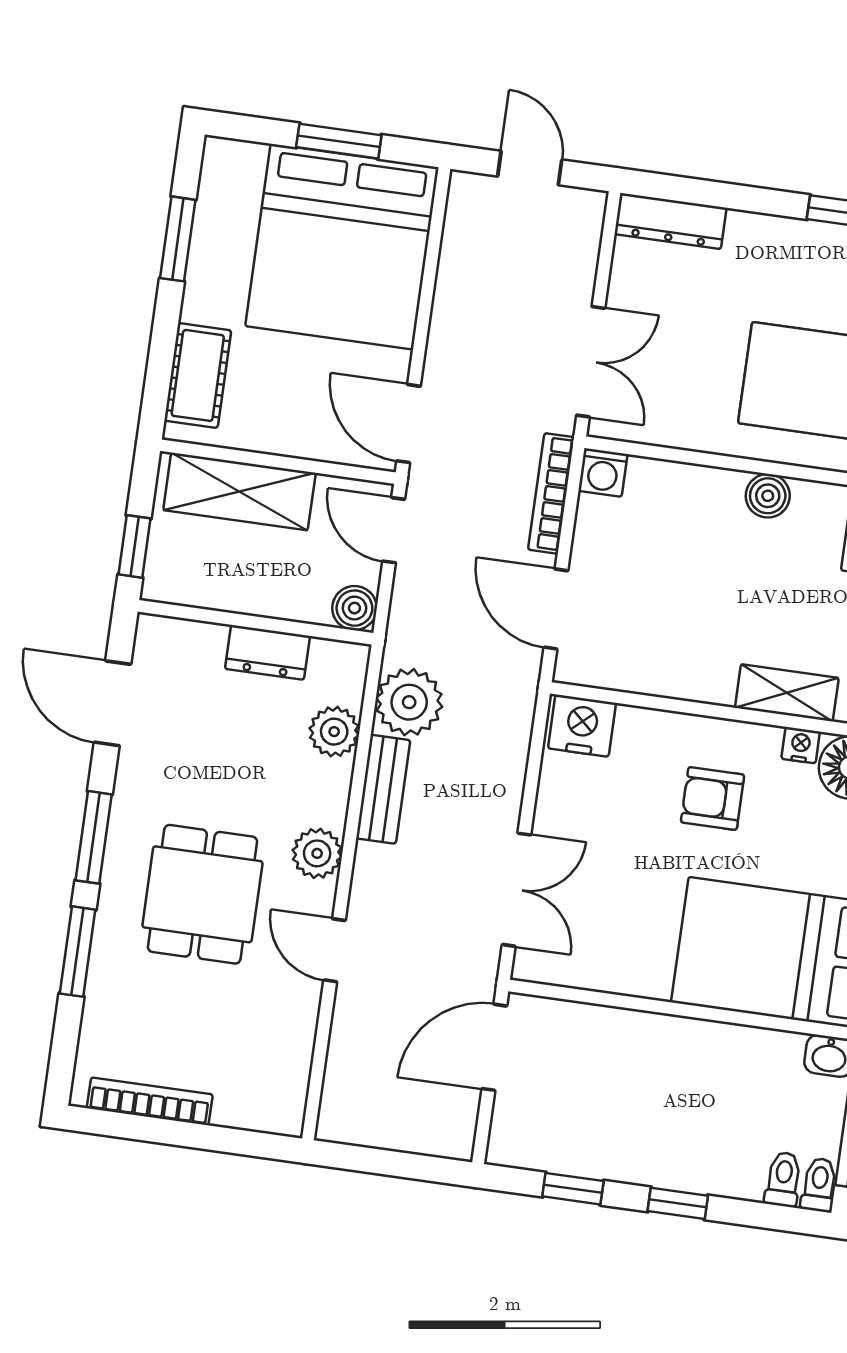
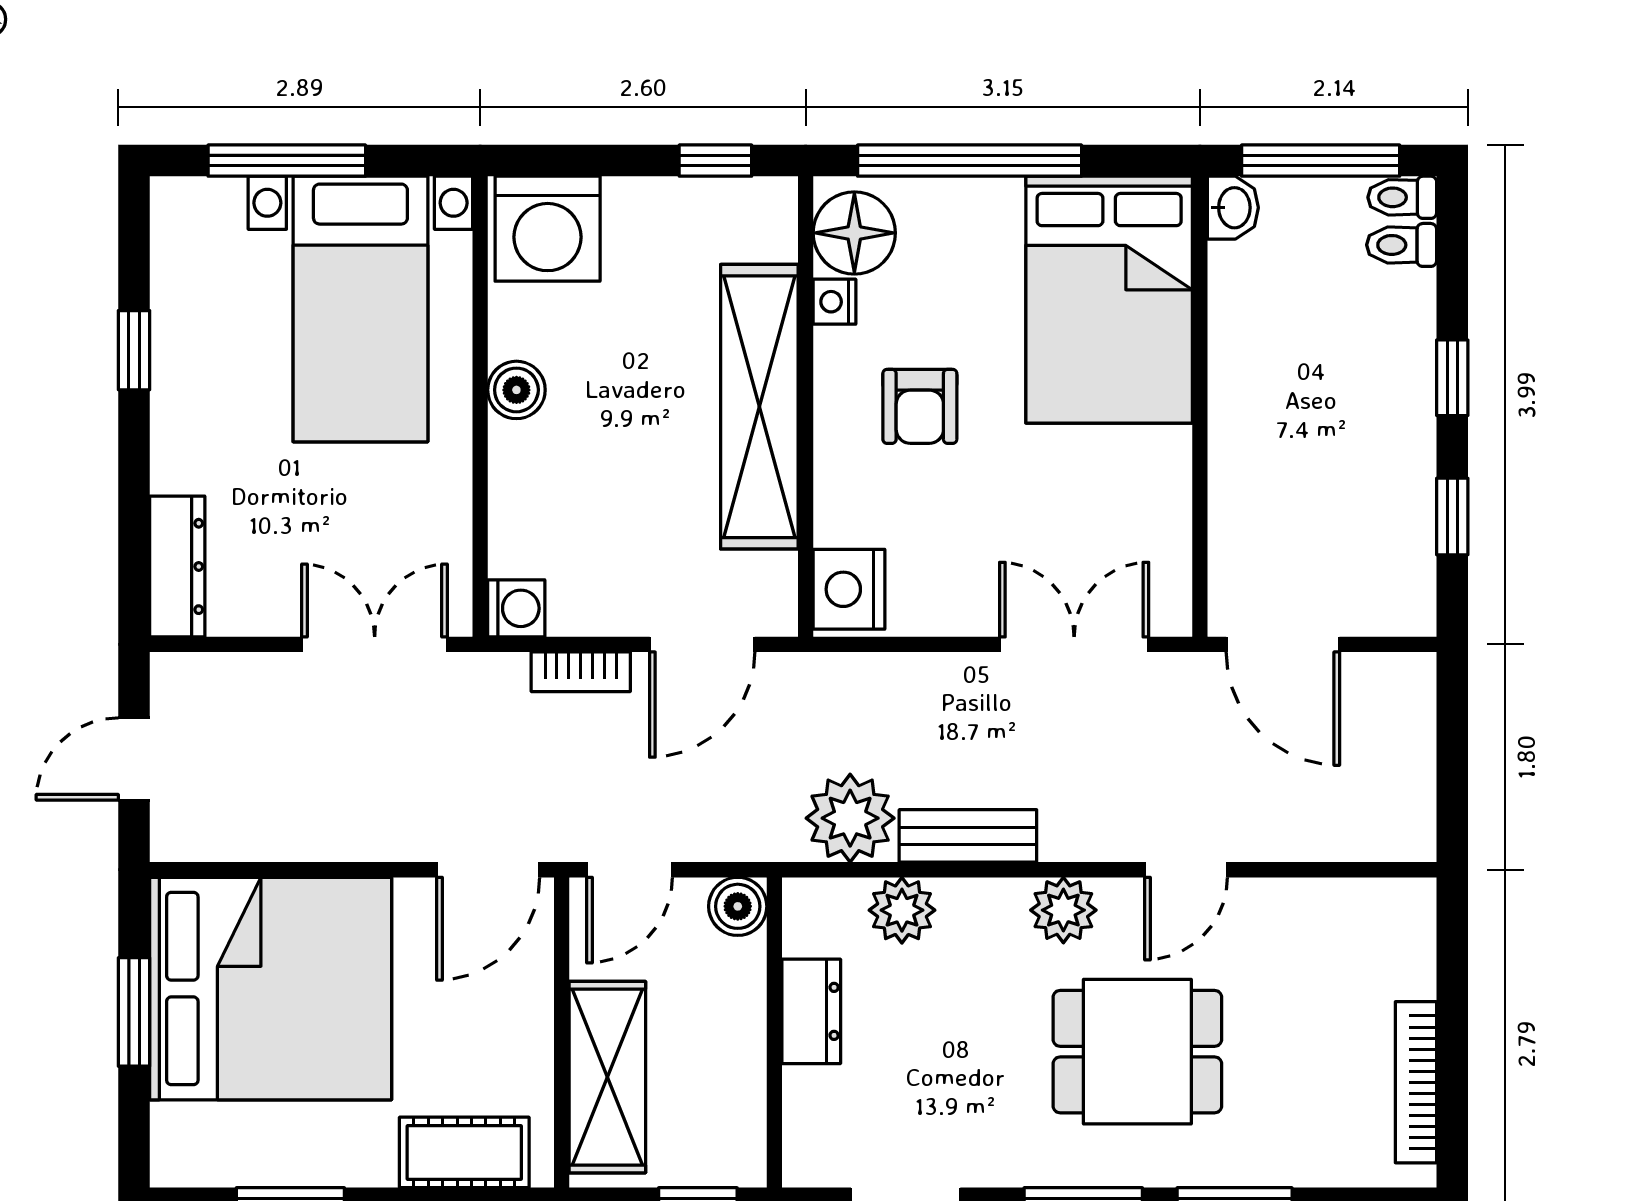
bookcase: (551, 493) -> (581, 672), width x0.64
shelving: (787, 693) -> (759, 407), width x2.20, depth x1.33

